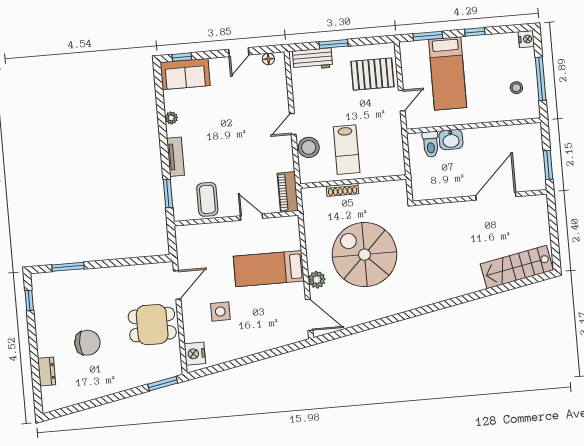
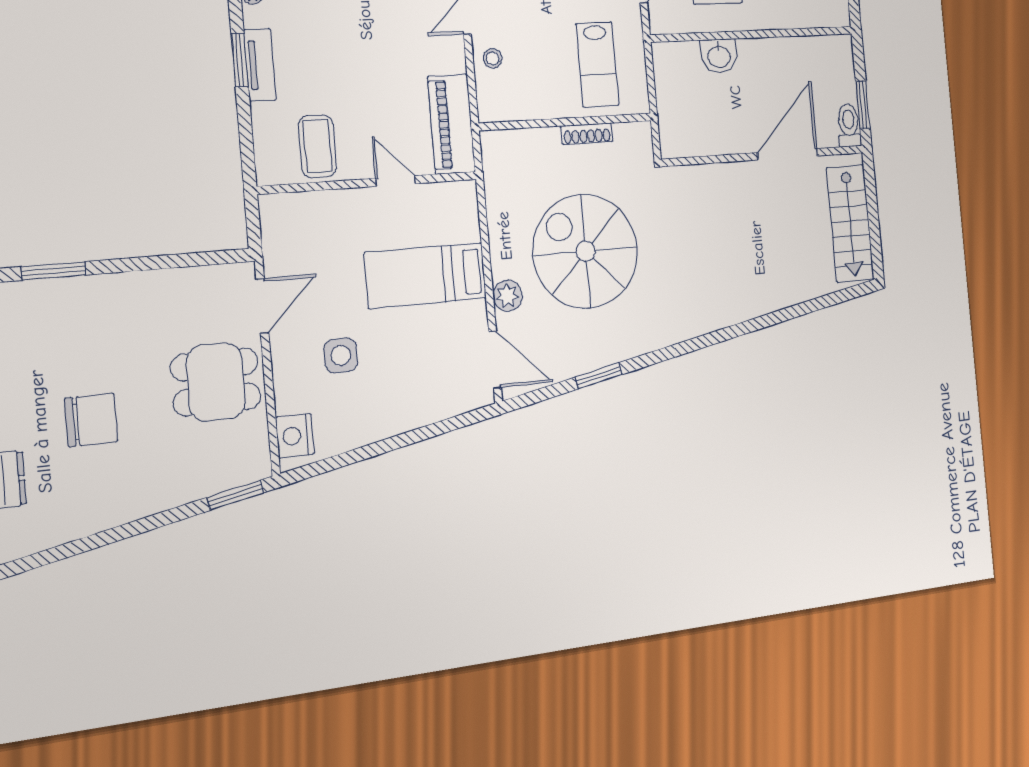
toilet: (431, 144) -> (849, 125), moved, turned 180
stool: (309, 147) -> (493, 58), width x0.53, depth x0.53
lab bench: (347, 150) -> (597, 65), moved
shoe rack: (342, 190) -> (587, 134), moved
piano: (288, 192) -> (452, 124), width x1.37, depth x1.33
window: (168, 194) -> (240, 60), moved
stairs: (517, 267) -> (850, 224), moved, turned -79
window: (372, 325) -> (599, 376), added

